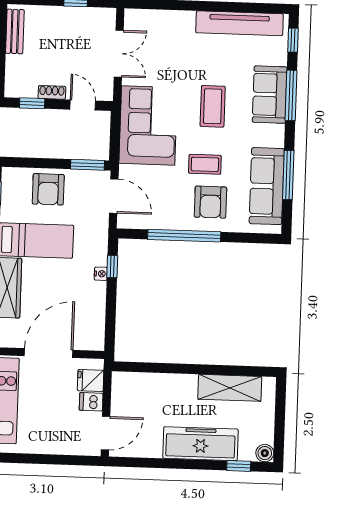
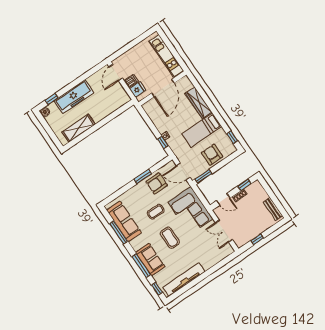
armchair: (210, 202) -> (157, 183), moved, turned -90
window: (184, 236) -> (143, 176), width x0.47

